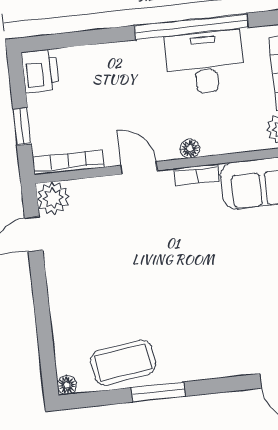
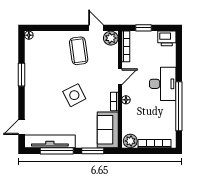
desk: (205, 62) -> (163, 84), moved
side table: (192, 267) -> (74, 95), added
coffee table: (123, 363) -> (79, 51), moved

